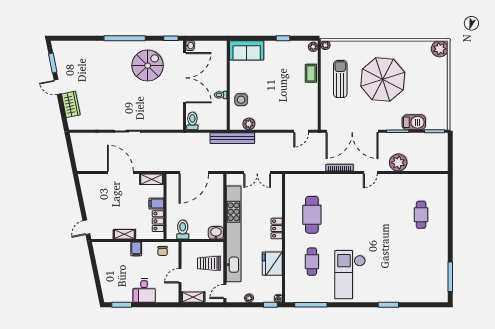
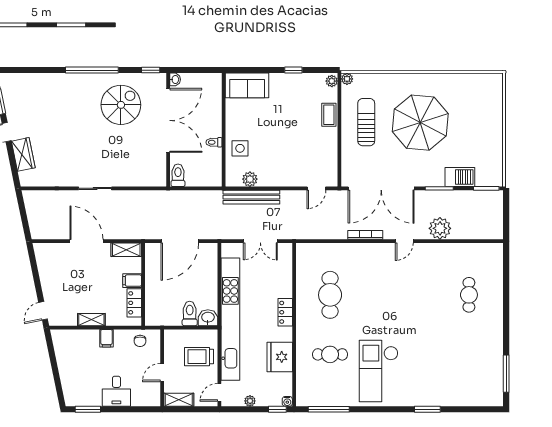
plant: (440, 49) -> (493, 84), removed
bench: (232, 138) -> (251, 197), moved
toilet: (183, 229) -> (190, 314), moved
cafe table: (312, 262) -> (330, 354), turned 90

